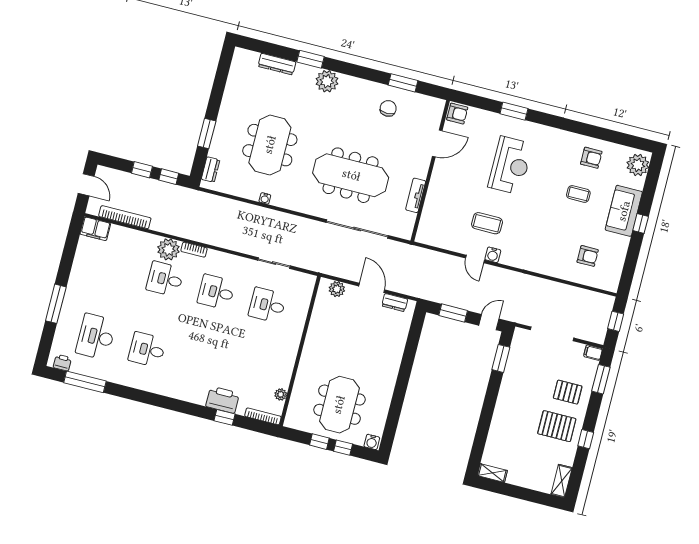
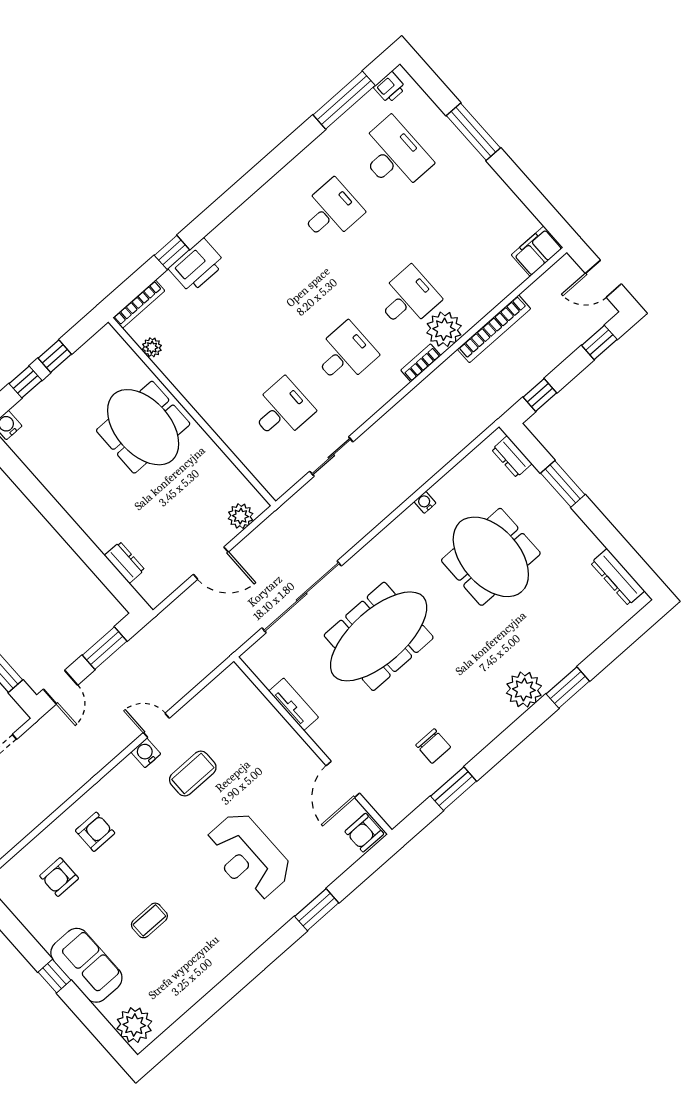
dresser: (277, 64) -> (618, 577), moved, turned -90
armchair: (591, 158) -> (95, 832), moved, turned 180
window: (142, 170) -> (599, 342), moved
bookcase: (125, 217) -> (494, 329), moved
dresser: (395, 302) -> (125, 563), moved, turned 90
meeting table: (339, 405) -> (143, 427), moved

